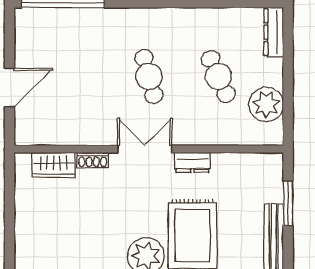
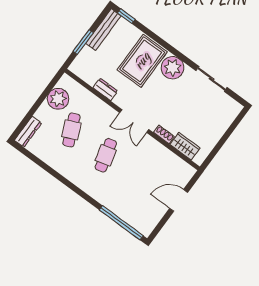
dresser: (192, 162) -> (105, 89), moved

